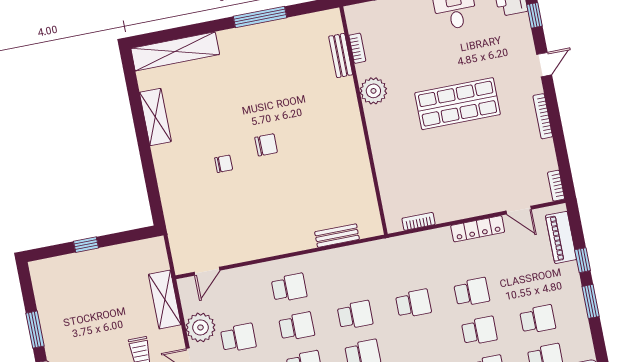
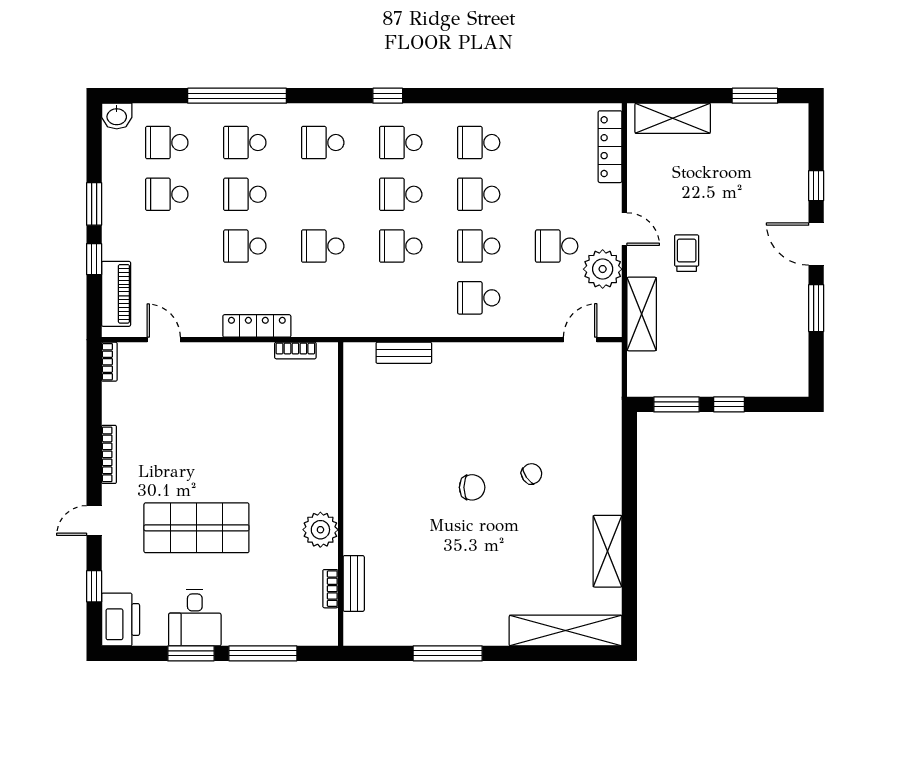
shop shelf: (458, 104) -> (196, 528), moved
chair: (266, 145) -> (472, 487), turned 180
chair: (224, 164) -> (532, 474), turned 145
locker: (478, 229) -> (257, 326), moved
window: (125, 237) -> (676, 404), added

